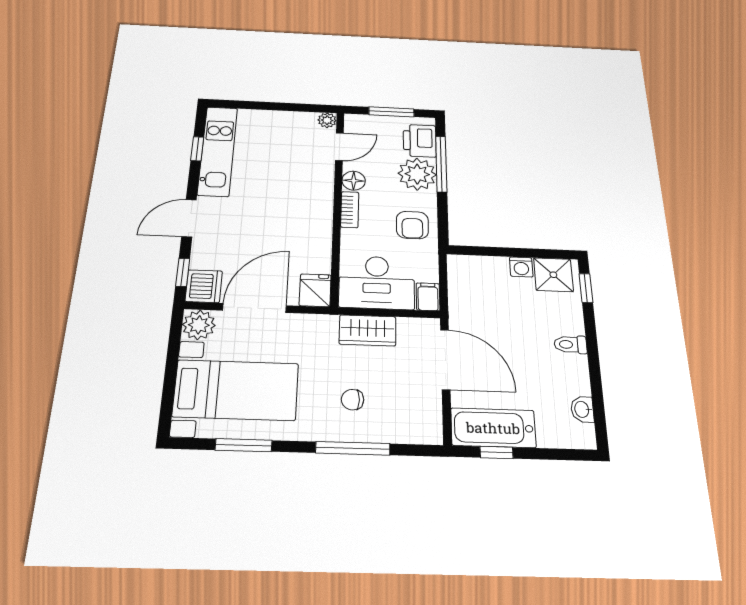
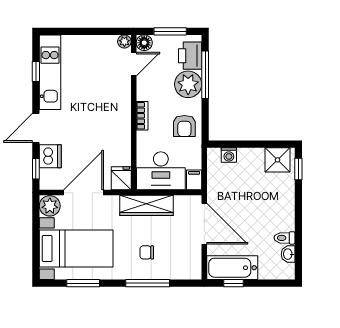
floor lamp: (354, 181) -> (144, 43), moved
washing machine: (521, 267) -> (229, 155), moved
dishwasher: (204, 286) -> (50, 156), moved
wardrobe: (368, 330) -> (146, 205), width x1.50
toilet: (570, 345) -> (285, 238), moved

